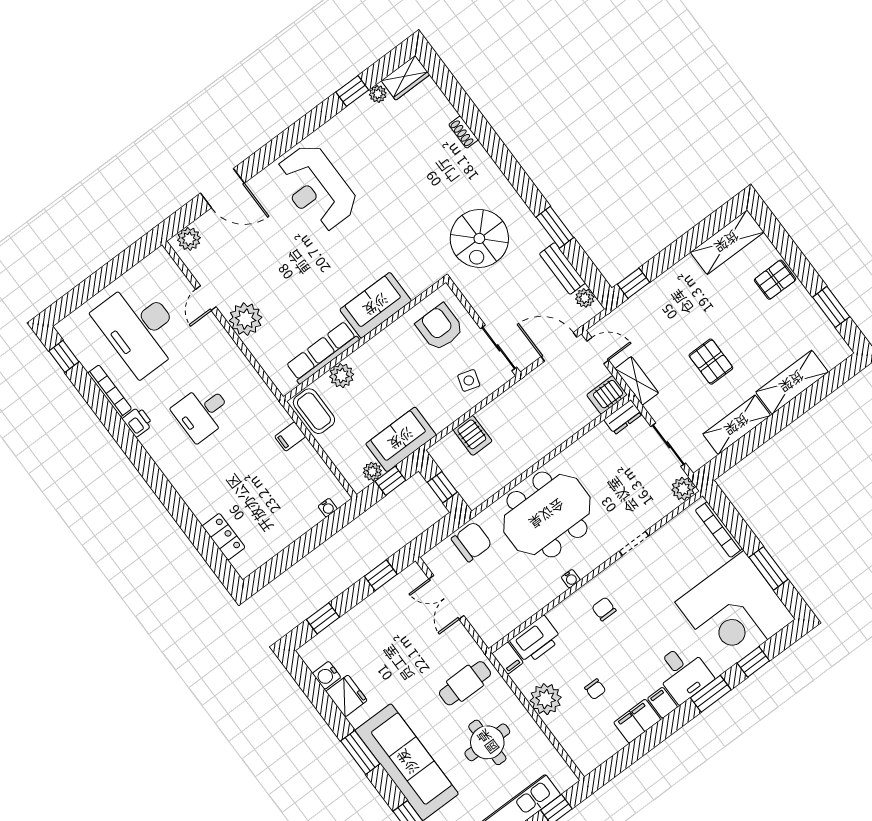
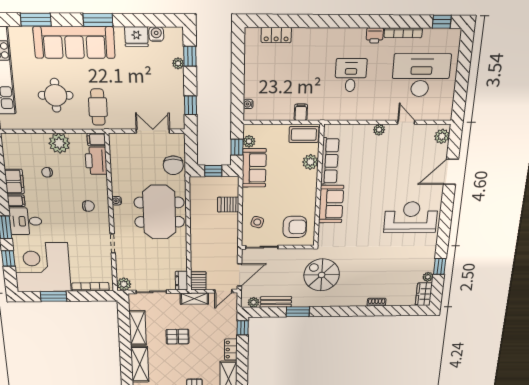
locker: (678, 274) -> (231, 350), added
plant: (246, 319) -> (379, 130), width x0.53, depth x0.53
plant: (342, 626) -> (178, 63), added

